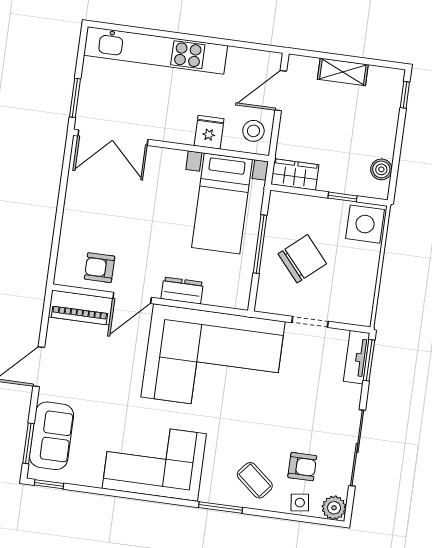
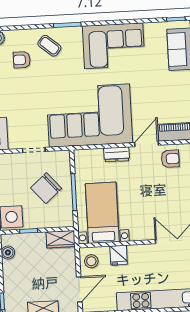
side table: (300, 503) -> (19, 37), removed

